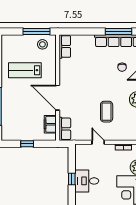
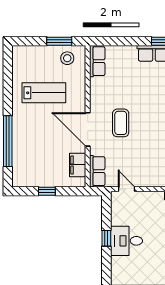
window: (36, 32) -> (59, 41), width x0.69
lab bench: (25, 70) -> (44, 93), turned 180
coffee table: (107, 112) -> (121, 123), moved
door: (98, 142) -> (127, 189), moved

